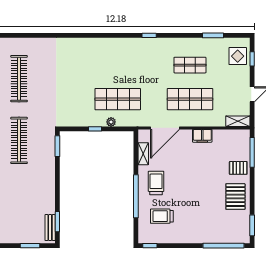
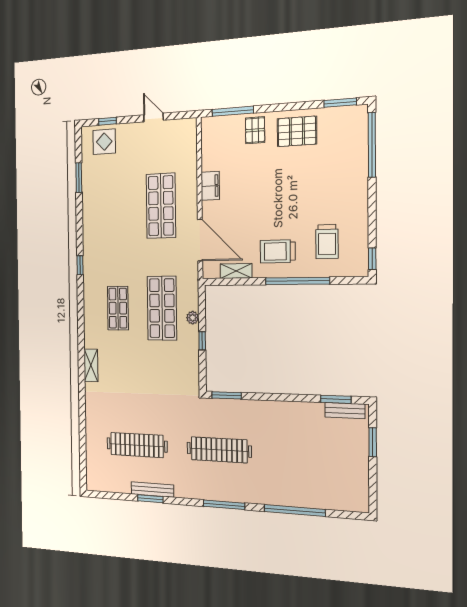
shop shelf: (190, 65) -> (118, 308), moved
shelving: (238, 121) -> (91, 365), moved

